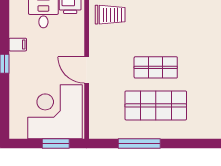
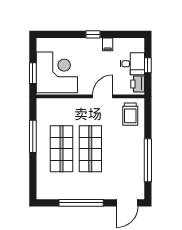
shop shelf: (156, 67) -> (90, 149), width x1.43, depth x1.36
door: (87, 70) -> (103, 96), moved

